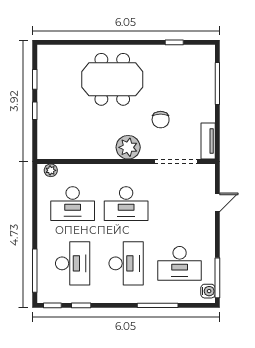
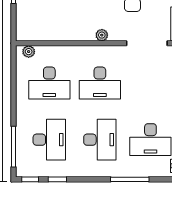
plant: (128, 147) -> (102, 35), width x0.53, depth x0.53

